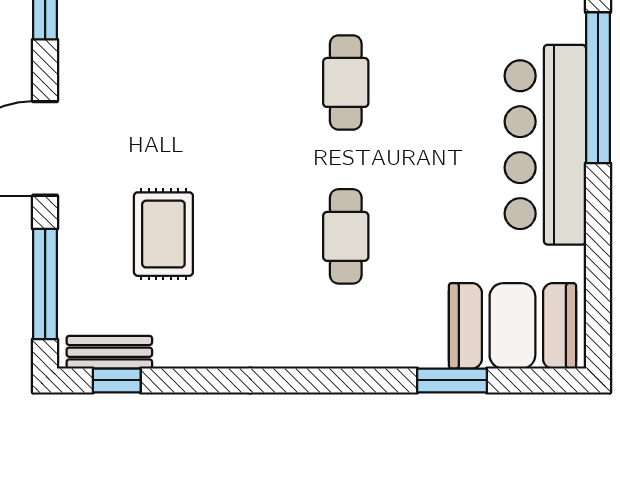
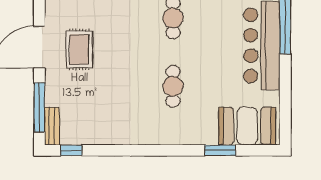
rug: (163, 234) -> (79, 49), moved
bench: (109, 352) -> (52, 126), moved, turned 90

